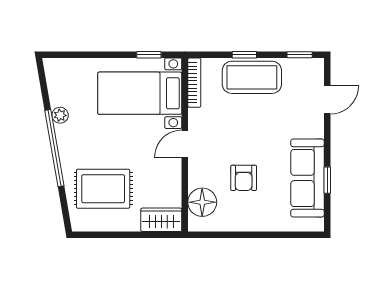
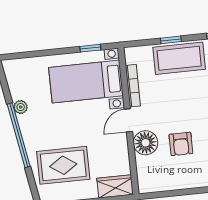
bookcase: (194, 83) -> (133, 86), moved
floor lamp: (202, 202) -> (146, 143), moved

